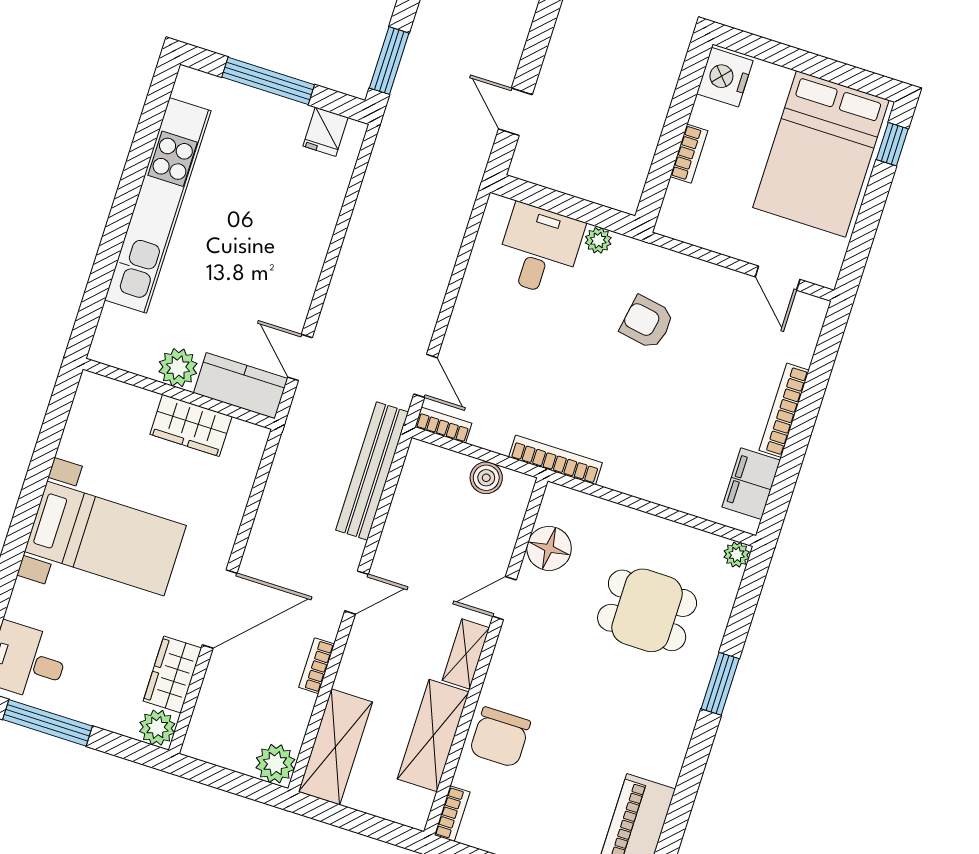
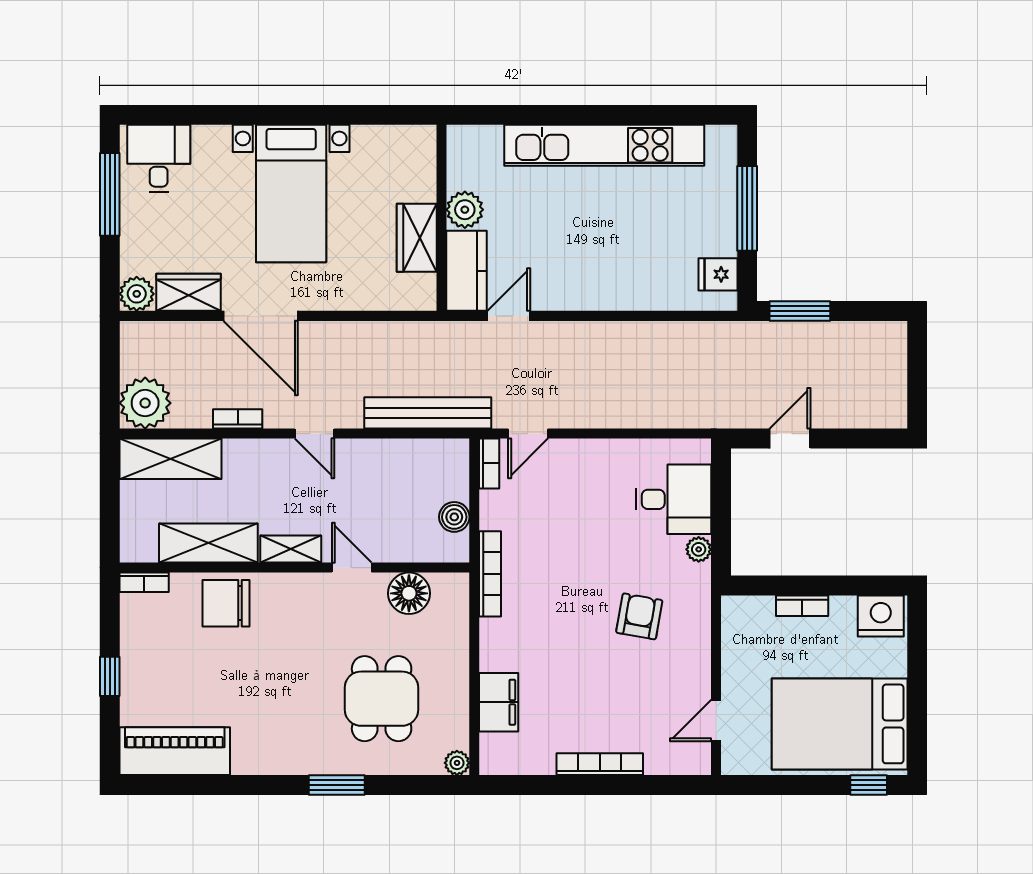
filing cabinet: (751, 484) -> (499, 702), moved, turned 90
plant: (275, 764) -> (145, 403), width x1.36, depth x1.36

